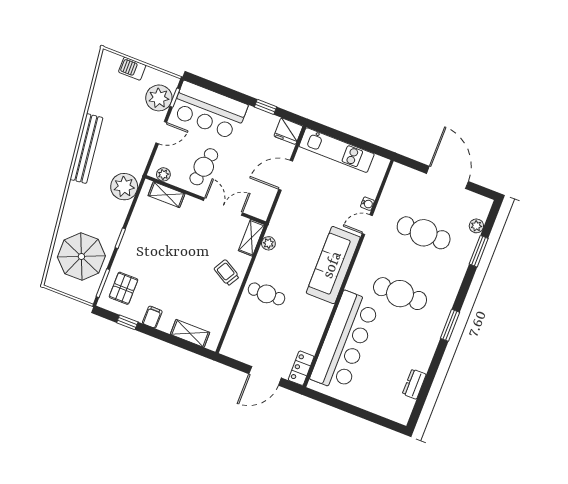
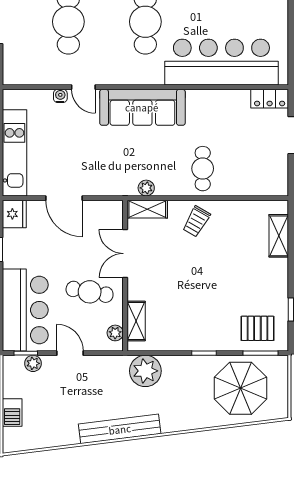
plant: (159, 98) -> (33, 363), width x0.53, depth x0.53
filing cabinet: (152, 317) -> (277, 284), removed

